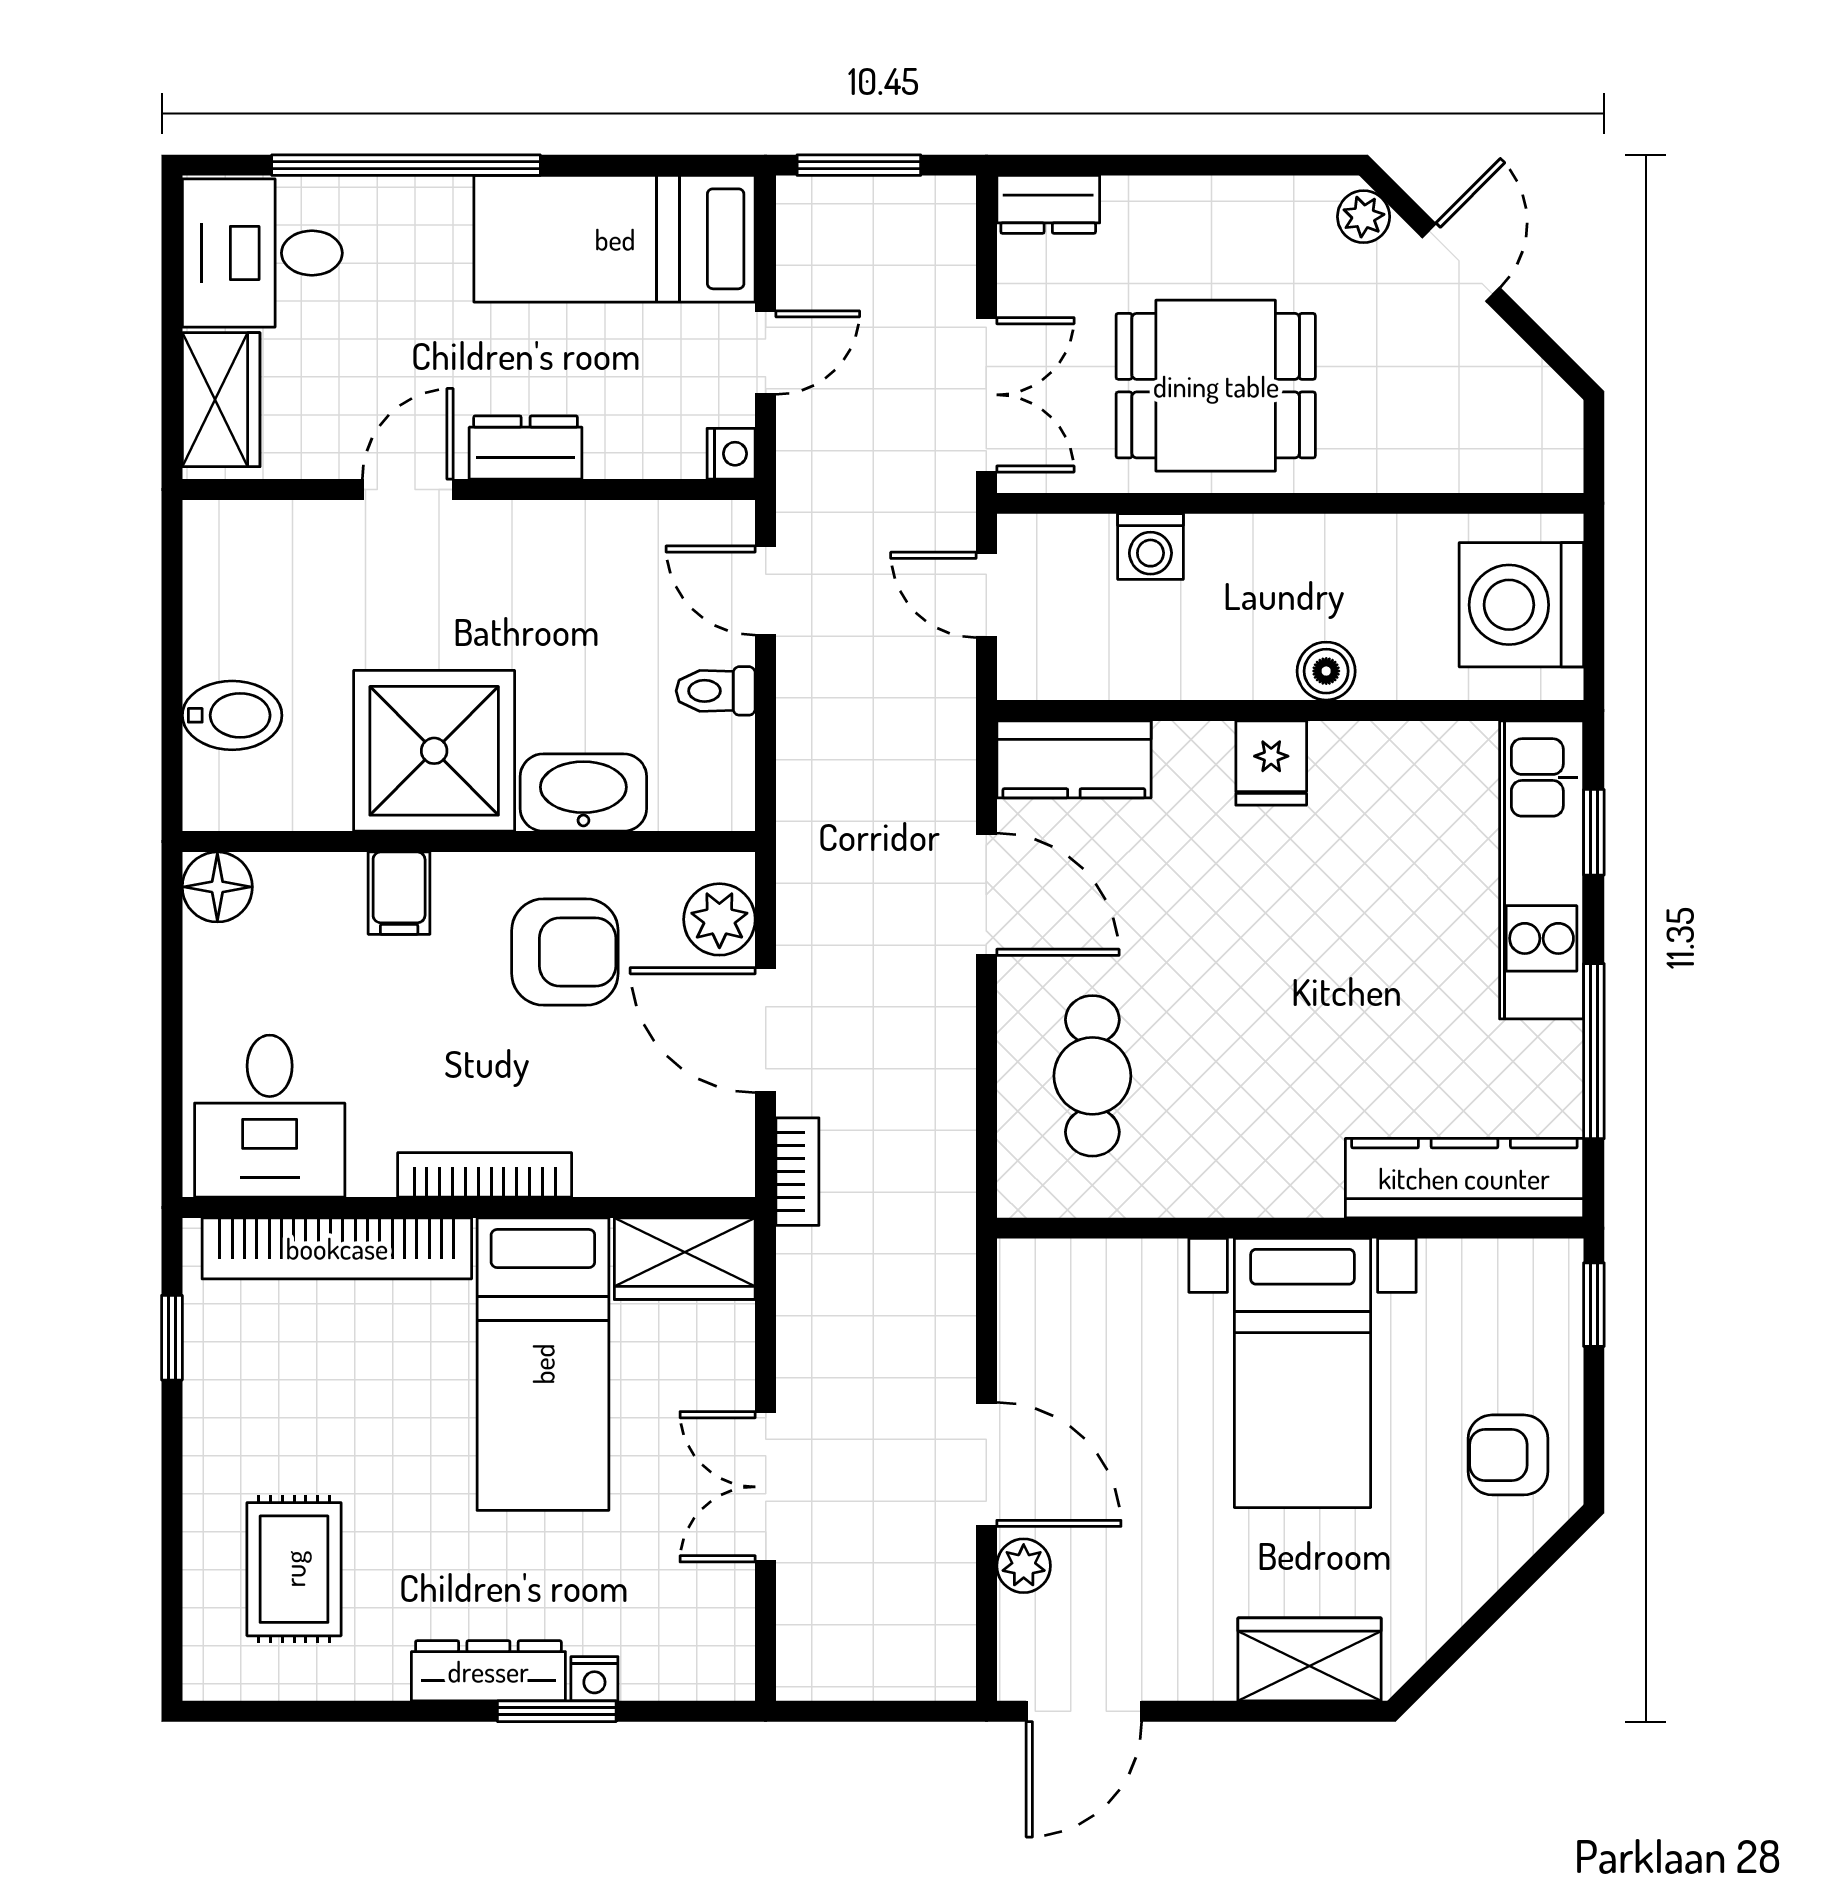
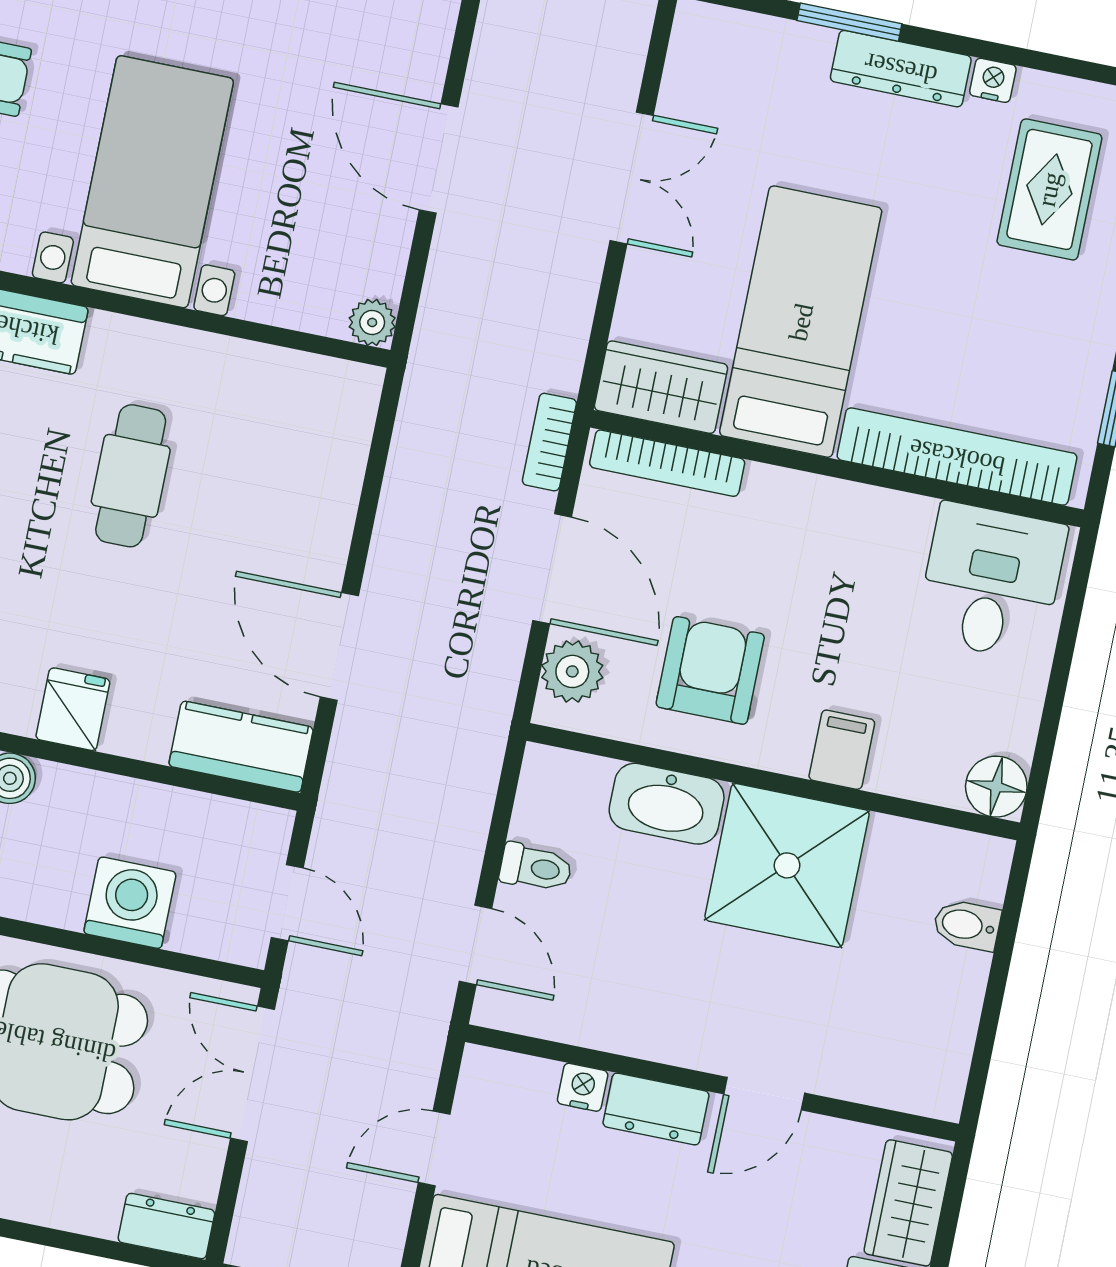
nightstand: (731, 454) -> (583, 1087), moved, turned 90
washing machine: (1150, 547) -> (130, 903), width x1.38, depth x1.38
bidet: (232, 715) -> (967, 925), width x0.72, depth x0.74
armchair: (565, 952) -> (710, 670), turned 90
cafe table: (1092, 1076) -> (131, 476), moved
bookcase: (485, 1175) -> (667, 463), moved
plant: (1024, 1566) -> (372, 322), moved
nightstand: (594, 1679) -> (993, 80), moved

